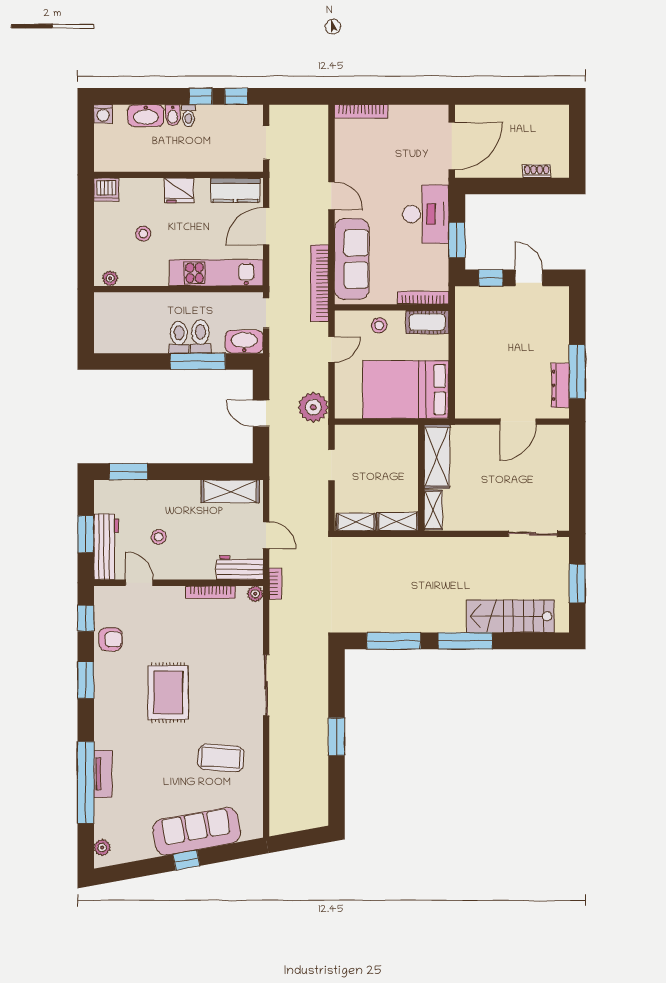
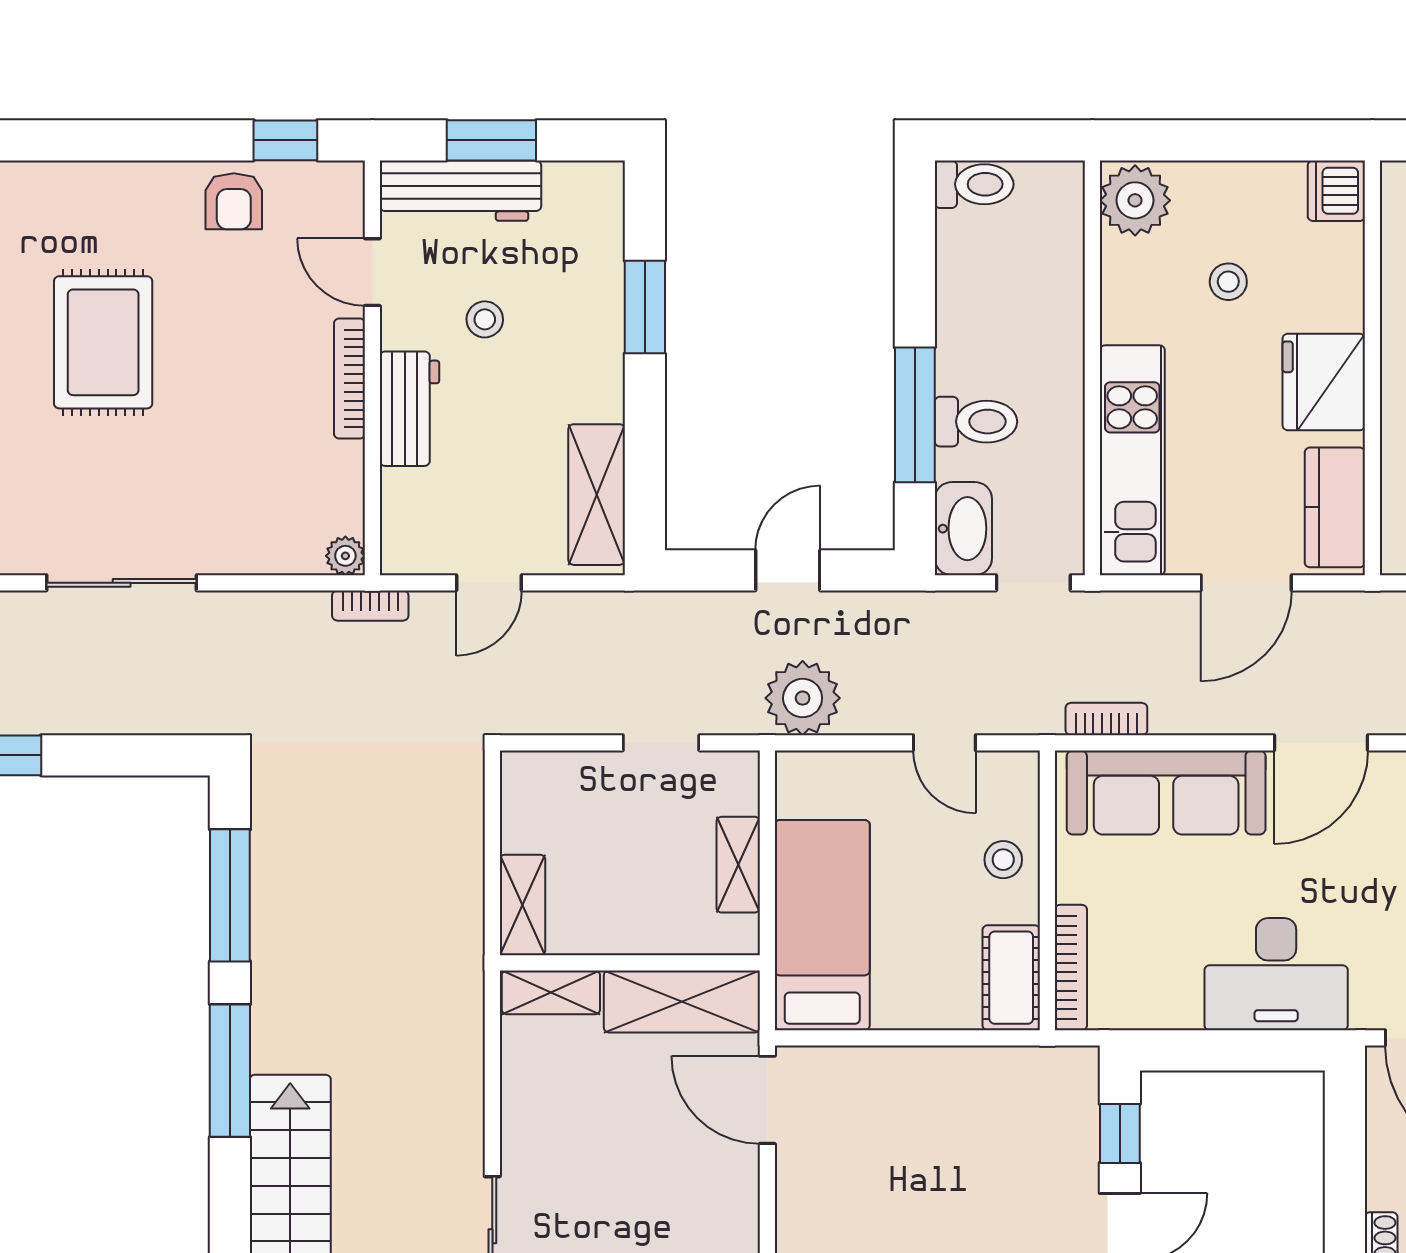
fridge: (179, 190) -> (1324, 382), width x1.36, depth x1.34
door: (331, 196) -> (1321, 743), width x1.38
door: (266, 226) -> (1246, 583), swing flipped
window: (457, 240) -> (1213, 1050), removed
plant: (110, 278) -> (1135, 200), width x1.87, depth x1.87
bookcase: (320, 283) -> (1106, 719), width x0.43, depth x0.76
toilet: (179, 337) -> (974, 184), moved
bed: (406, 390) -> (822, 925), width x0.67
door: (518, 422) -> (767, 1100), moved
window: (128, 472) -> (645, 307), moved
shelving: (356, 522) -> (738, 865), moved
workbench: (240, 568) -> (410, 409), moved
door: (139, 583) -> (372, 272), swing flipped
bookcase: (211, 592) -> (349, 379), moved
window: (86, 680) -> (133, 140), removed
rug: (168, 693) -> (103, 342), turned 90

